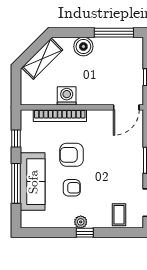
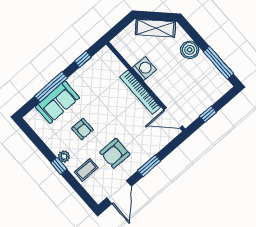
bookcase: (60, 116) -> (140, 92), moved
armchair: (71, 155) -> (115, 153), moved, turned -90
sofa: (33, 182) -> (57, 102), width x0.73
coffee table: (119, 215) -> (86, 170), moved

